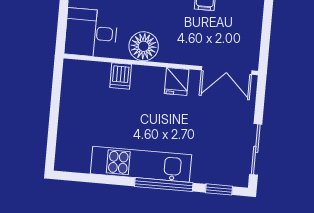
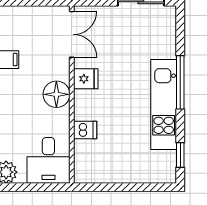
floor lamp: (144, 46) -> (56, 94), moved
window: (219, 189) -> (180, 155), moved

